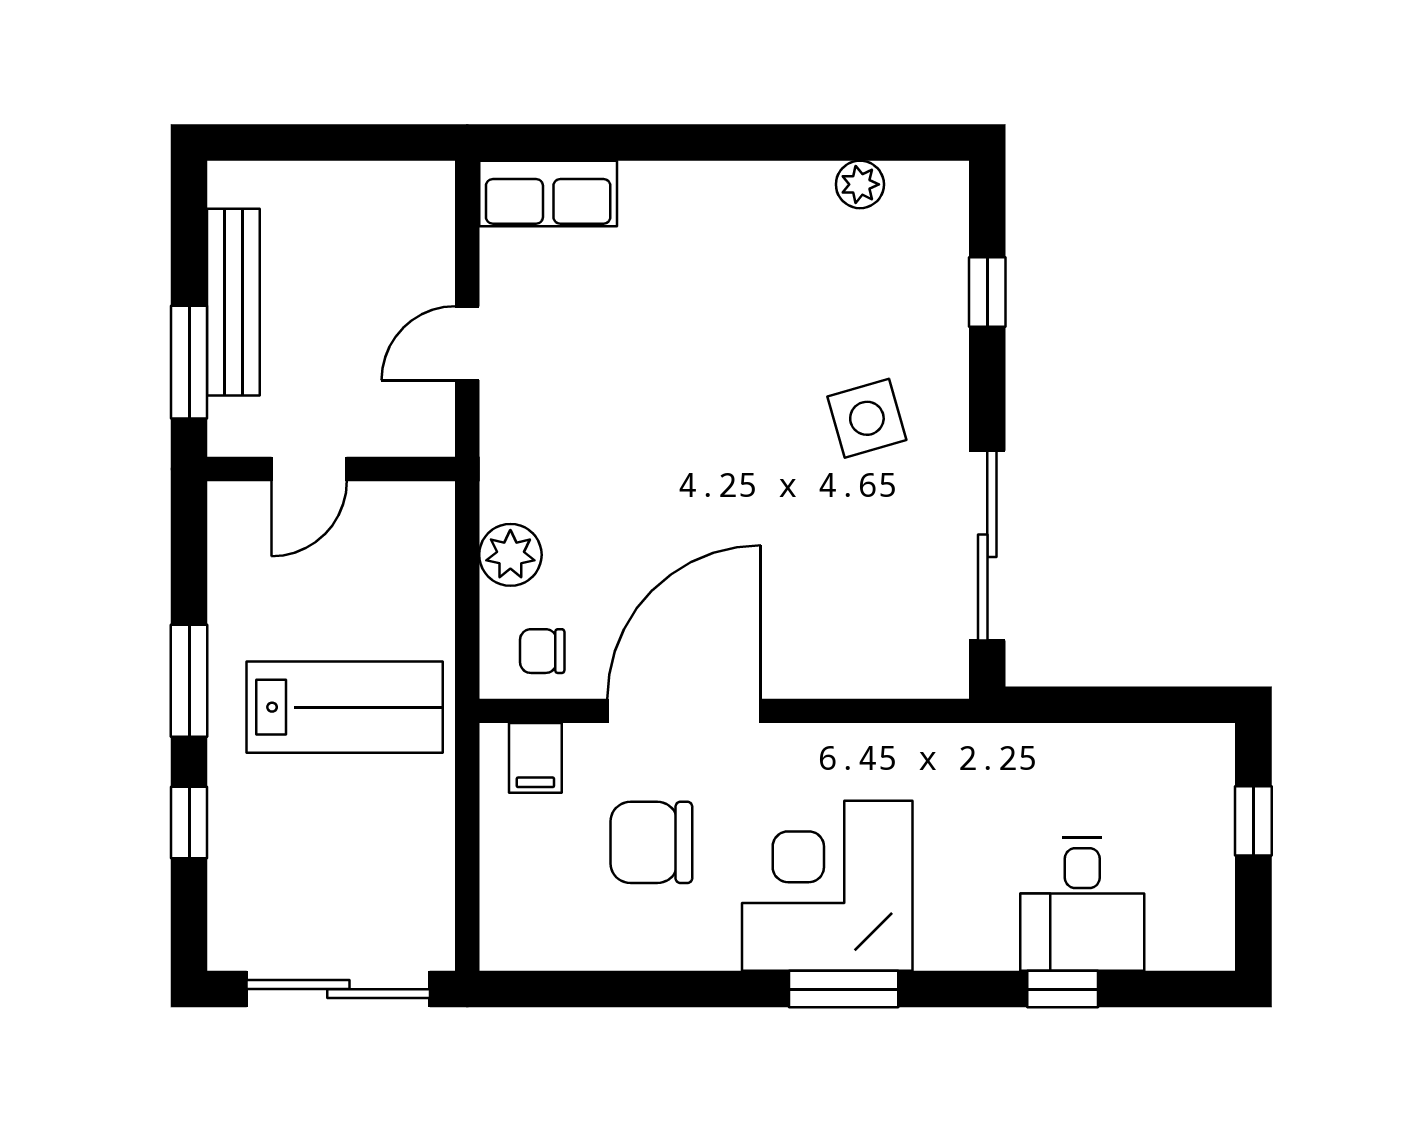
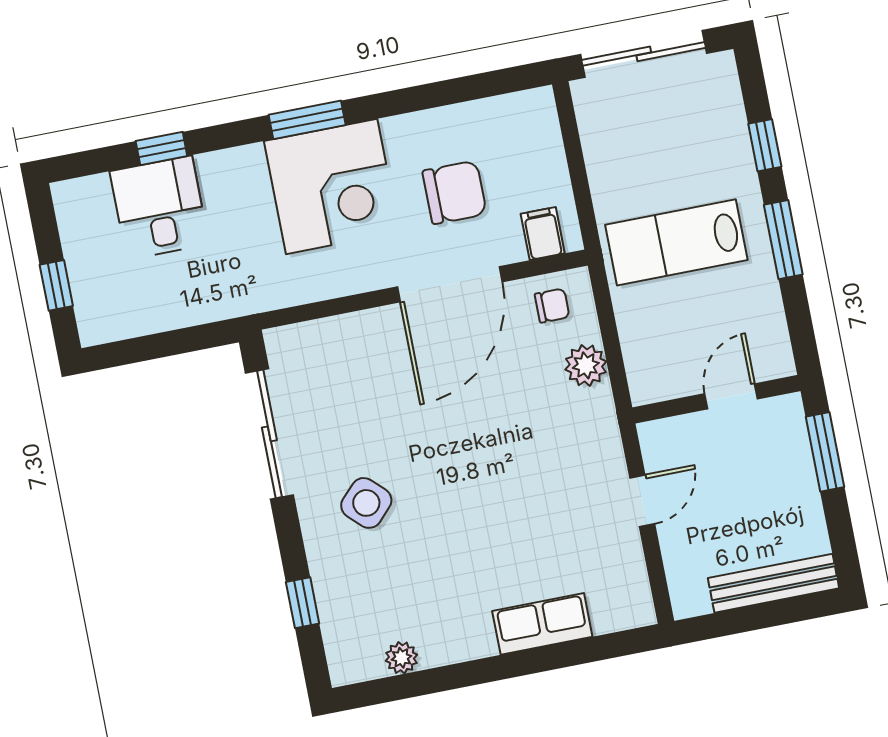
row of seats: (548, 193) -> (542, 624), moved
bench: (233, 302) -> (773, 583), moved, turned 90
side table: (867, 418) -> (366, 503), turned -30

